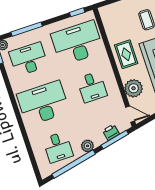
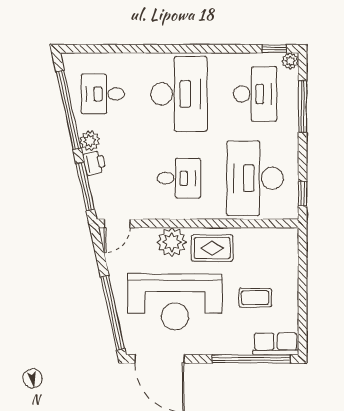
desk: (77, 43) -> (255, 178), turned 180
desk: (92, 87) -> (179, 178), turned 180
plant: (134, 88) -> (172, 242), moved
printer: (111, 132) -> (94, 163), moved

